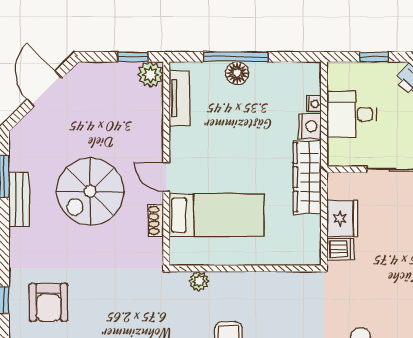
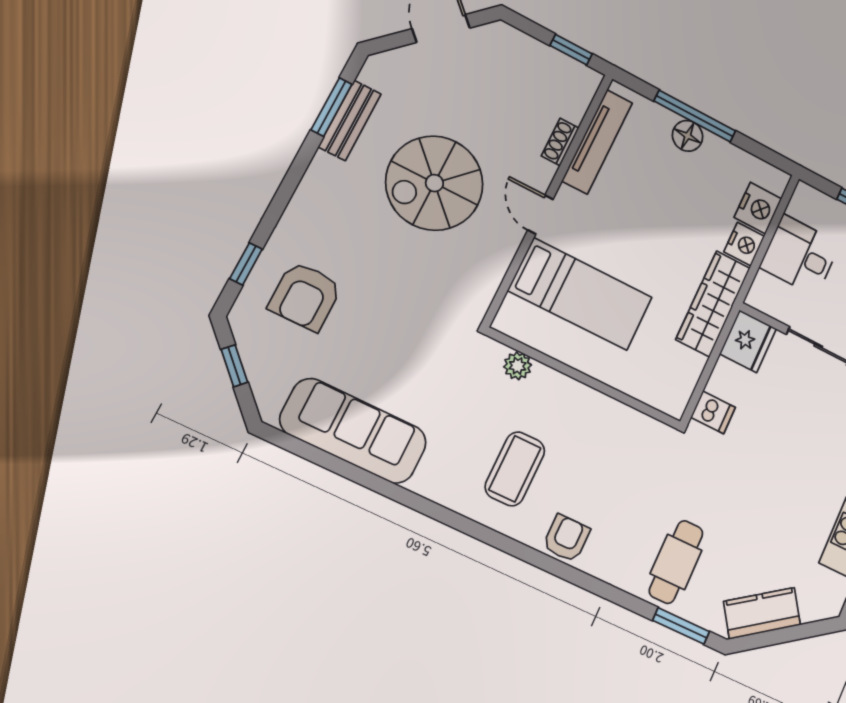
plant: (150, 75) -> (582, 82), removed
tv unit: (179, 98) -> (597, 142), width x1.41
nightstand: (314, 104) -> (758, 208), width x1.89, depth x1.79
bench: (19, 199) -> (350, 120), moved
fridge: (342, 218) -> (748, 341), moved
shoe rack: (156, 220) -> (560, 142), moved

